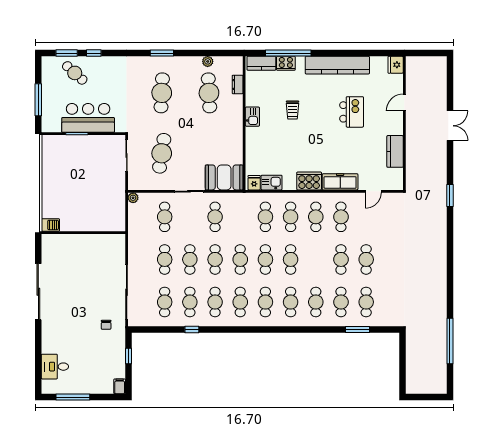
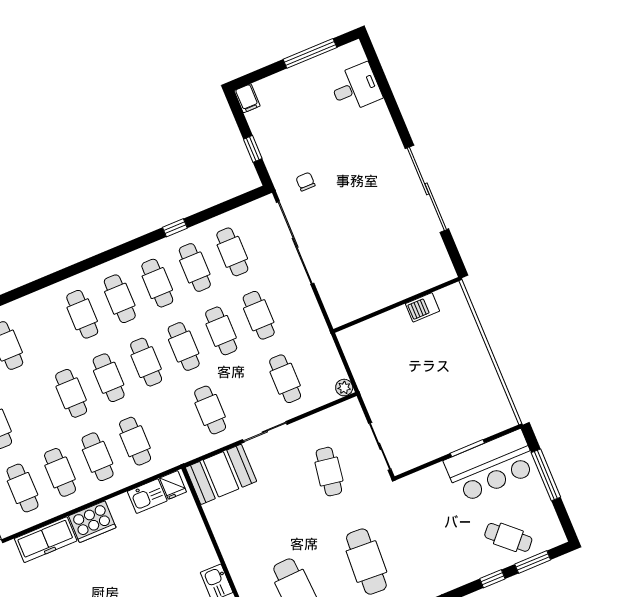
bar counter: (88, 118) -> (491, 466), moved
cafe table: (162, 153) -> (329, 472), width x0.73, depth x0.74
barbecue: (50, 225) -> (422, 307), moved
cafe table: (291, 302) -> (45, 330), removed

